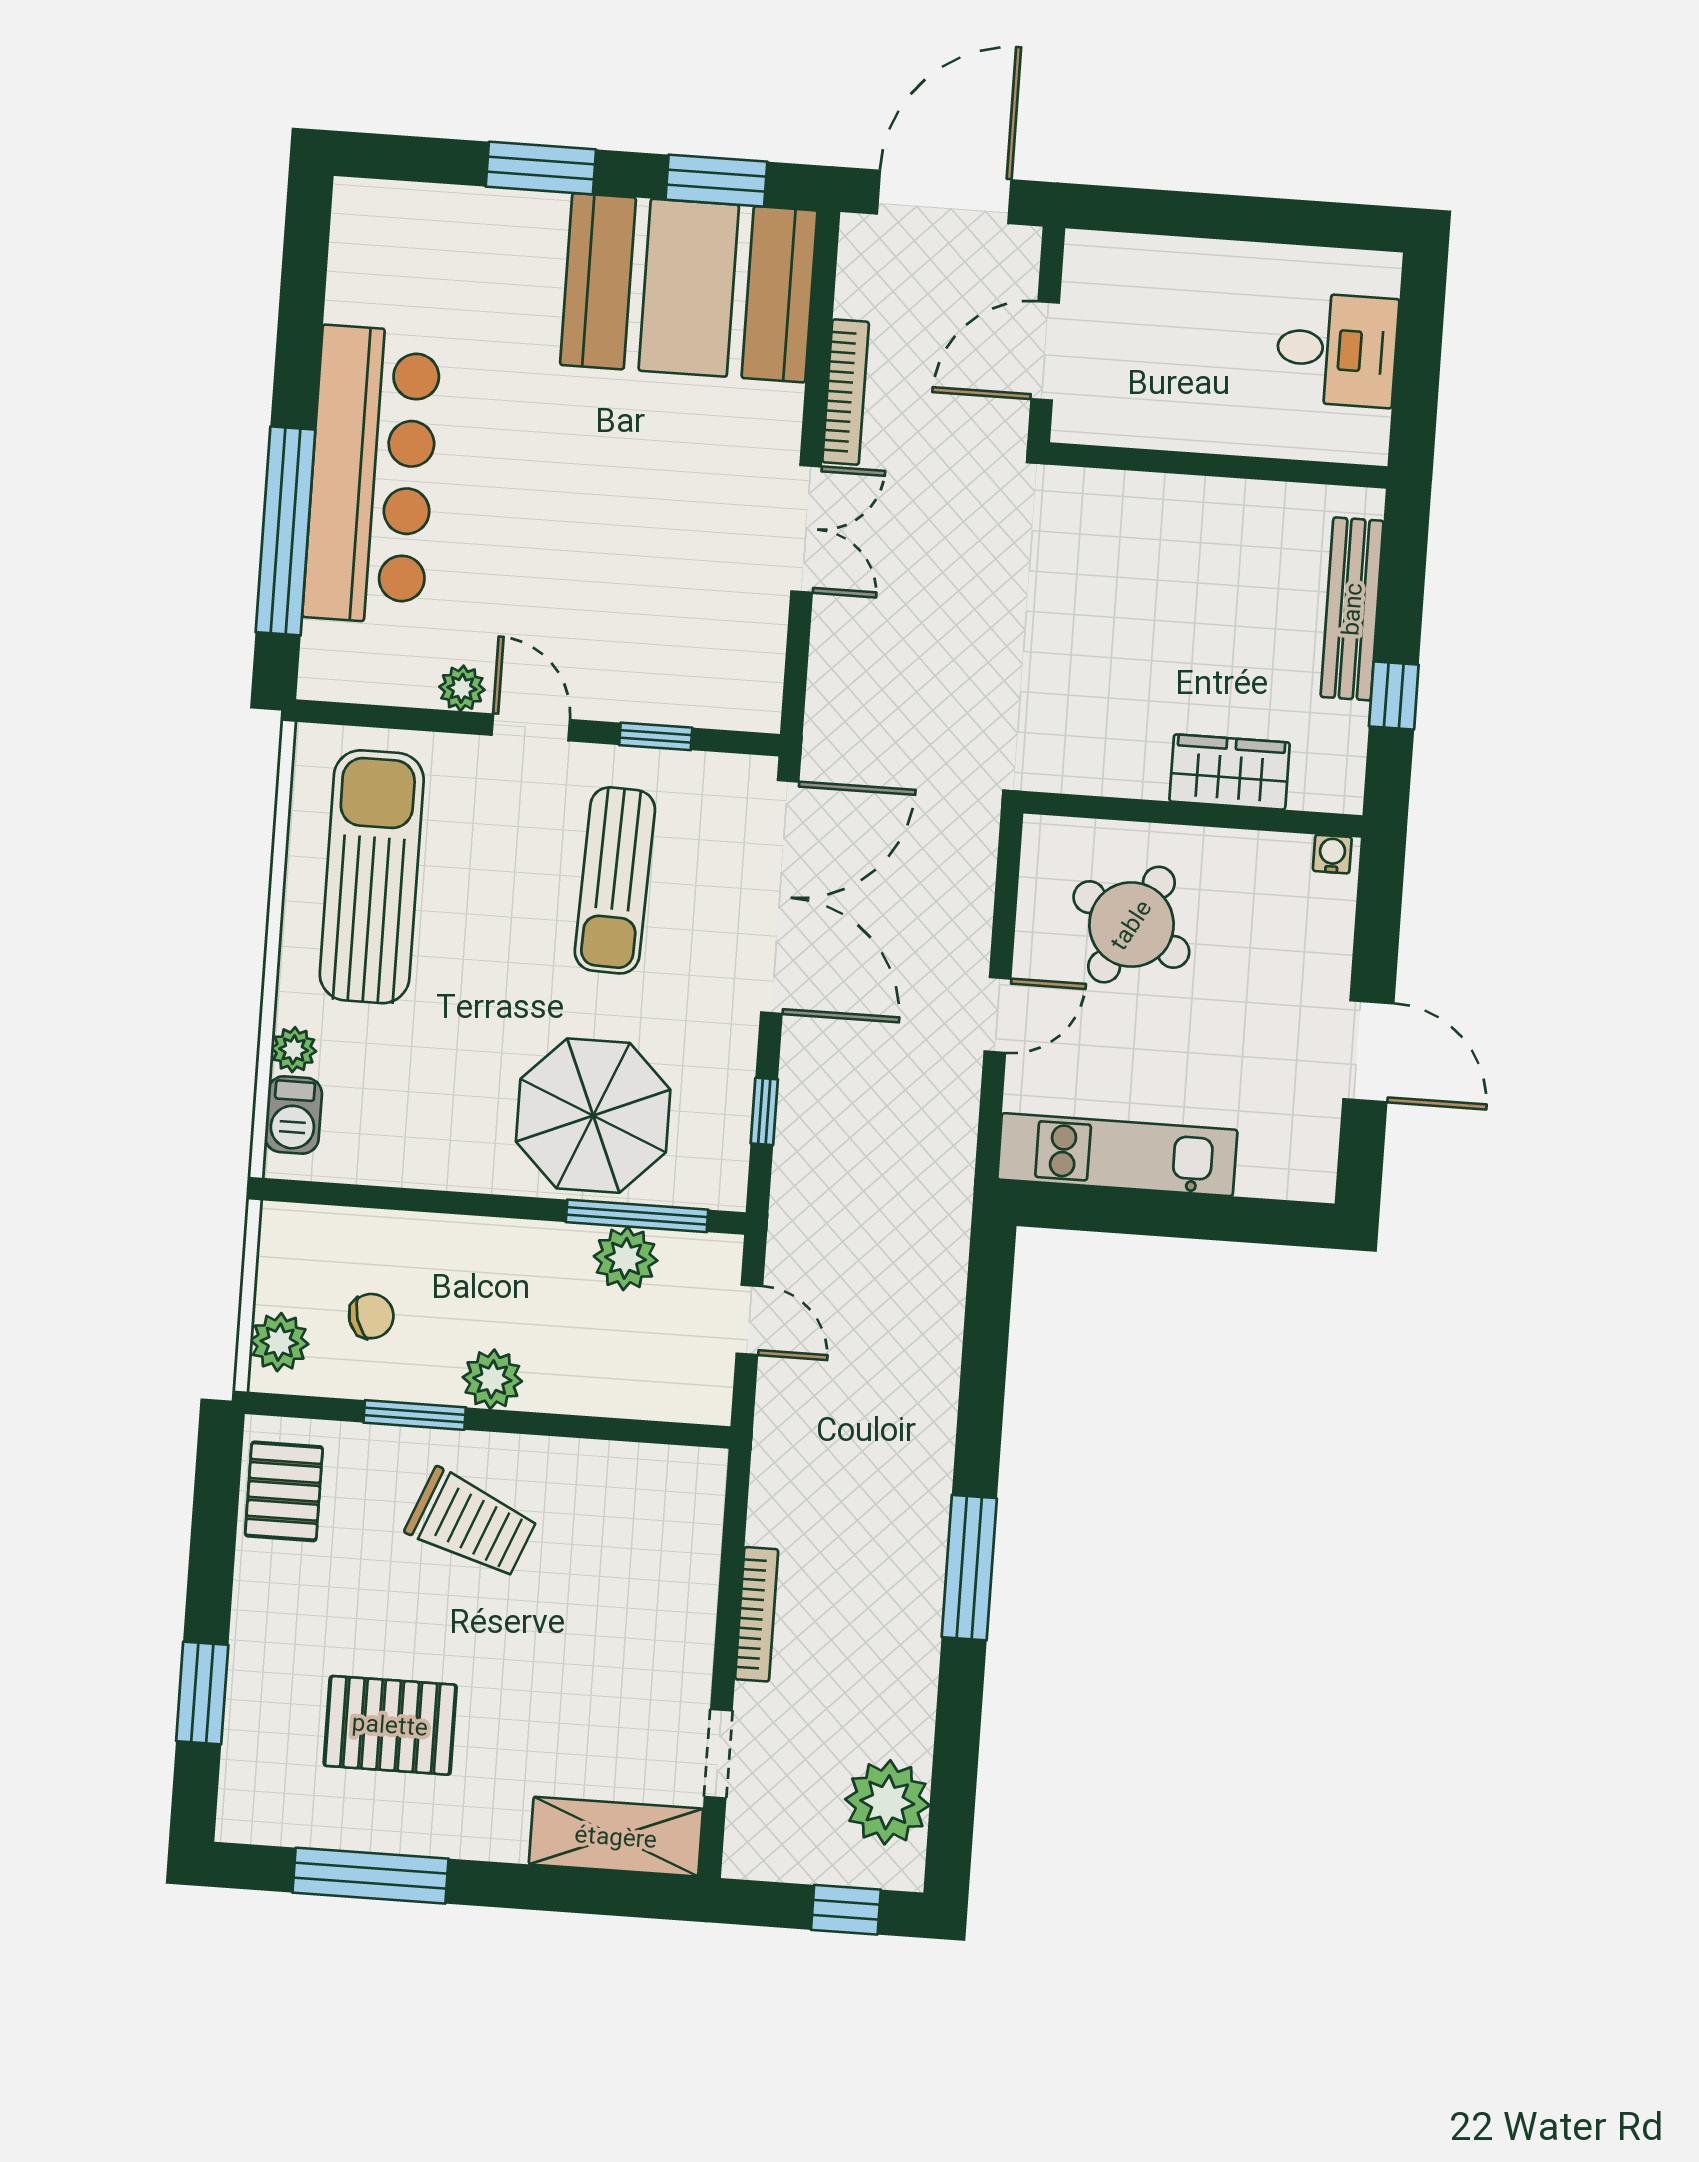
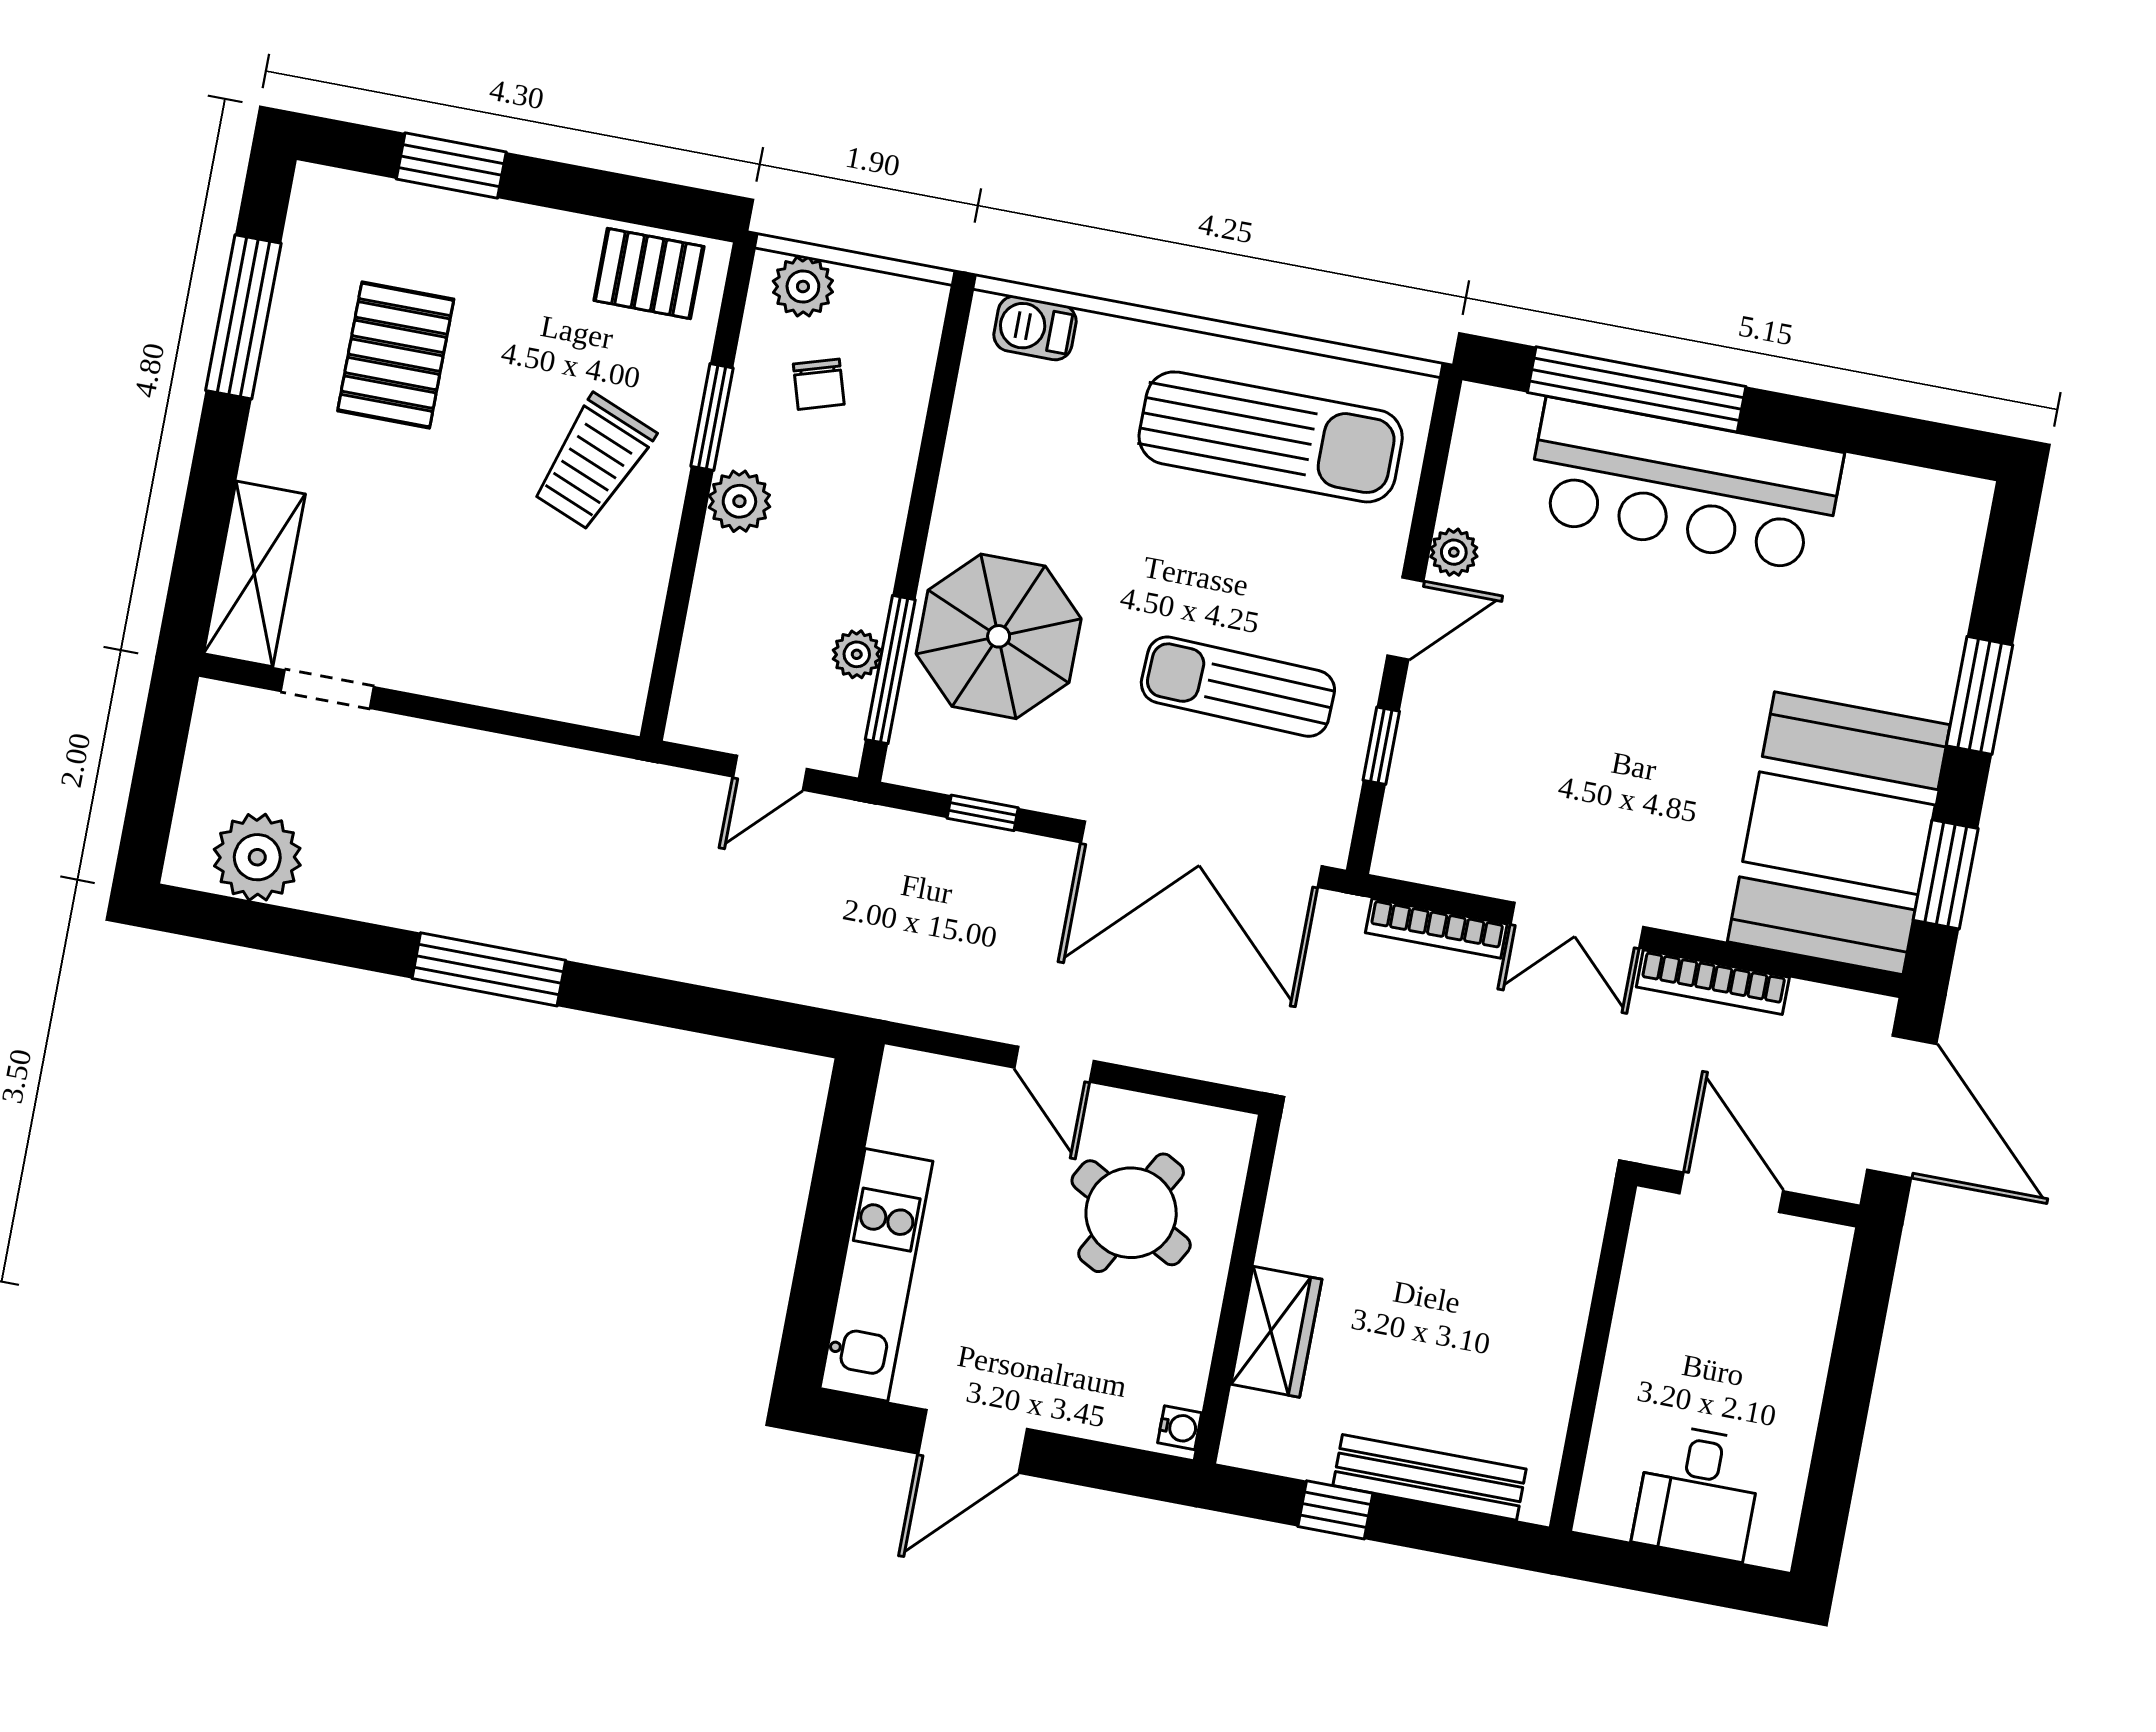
plant: (294, 1050) -> (1102, 336), removed
kitchen unit: (1117, 1155) -> (876, 1275), moved
plant: (626, 1258) -> (857, 654), width x0.73, depth x0.73
bookcase: (757, 1614) -> (1436, 928), moved
window: (846, 1910) -> (152, 802), removed

